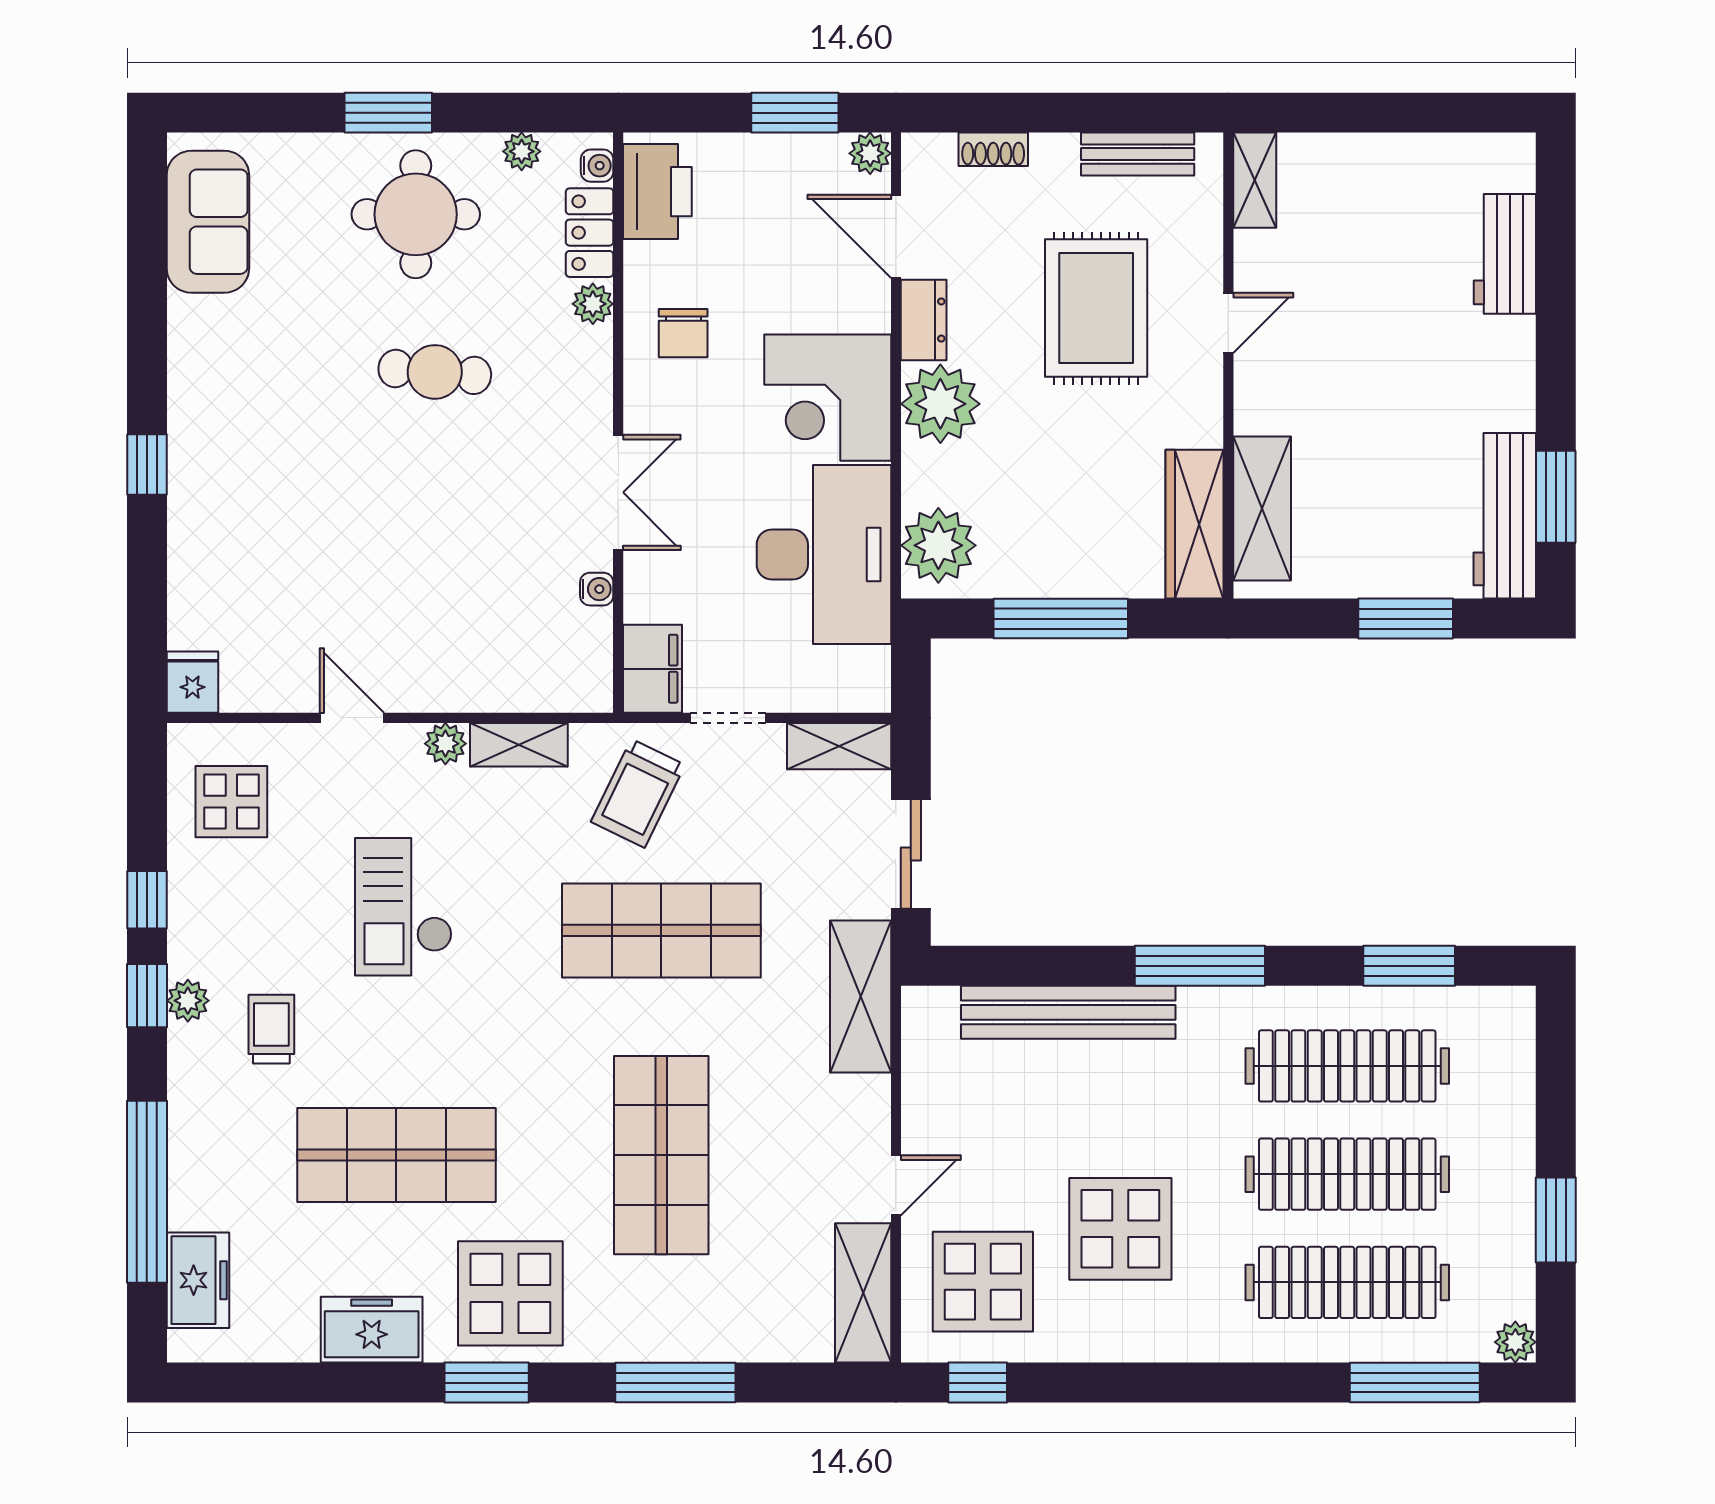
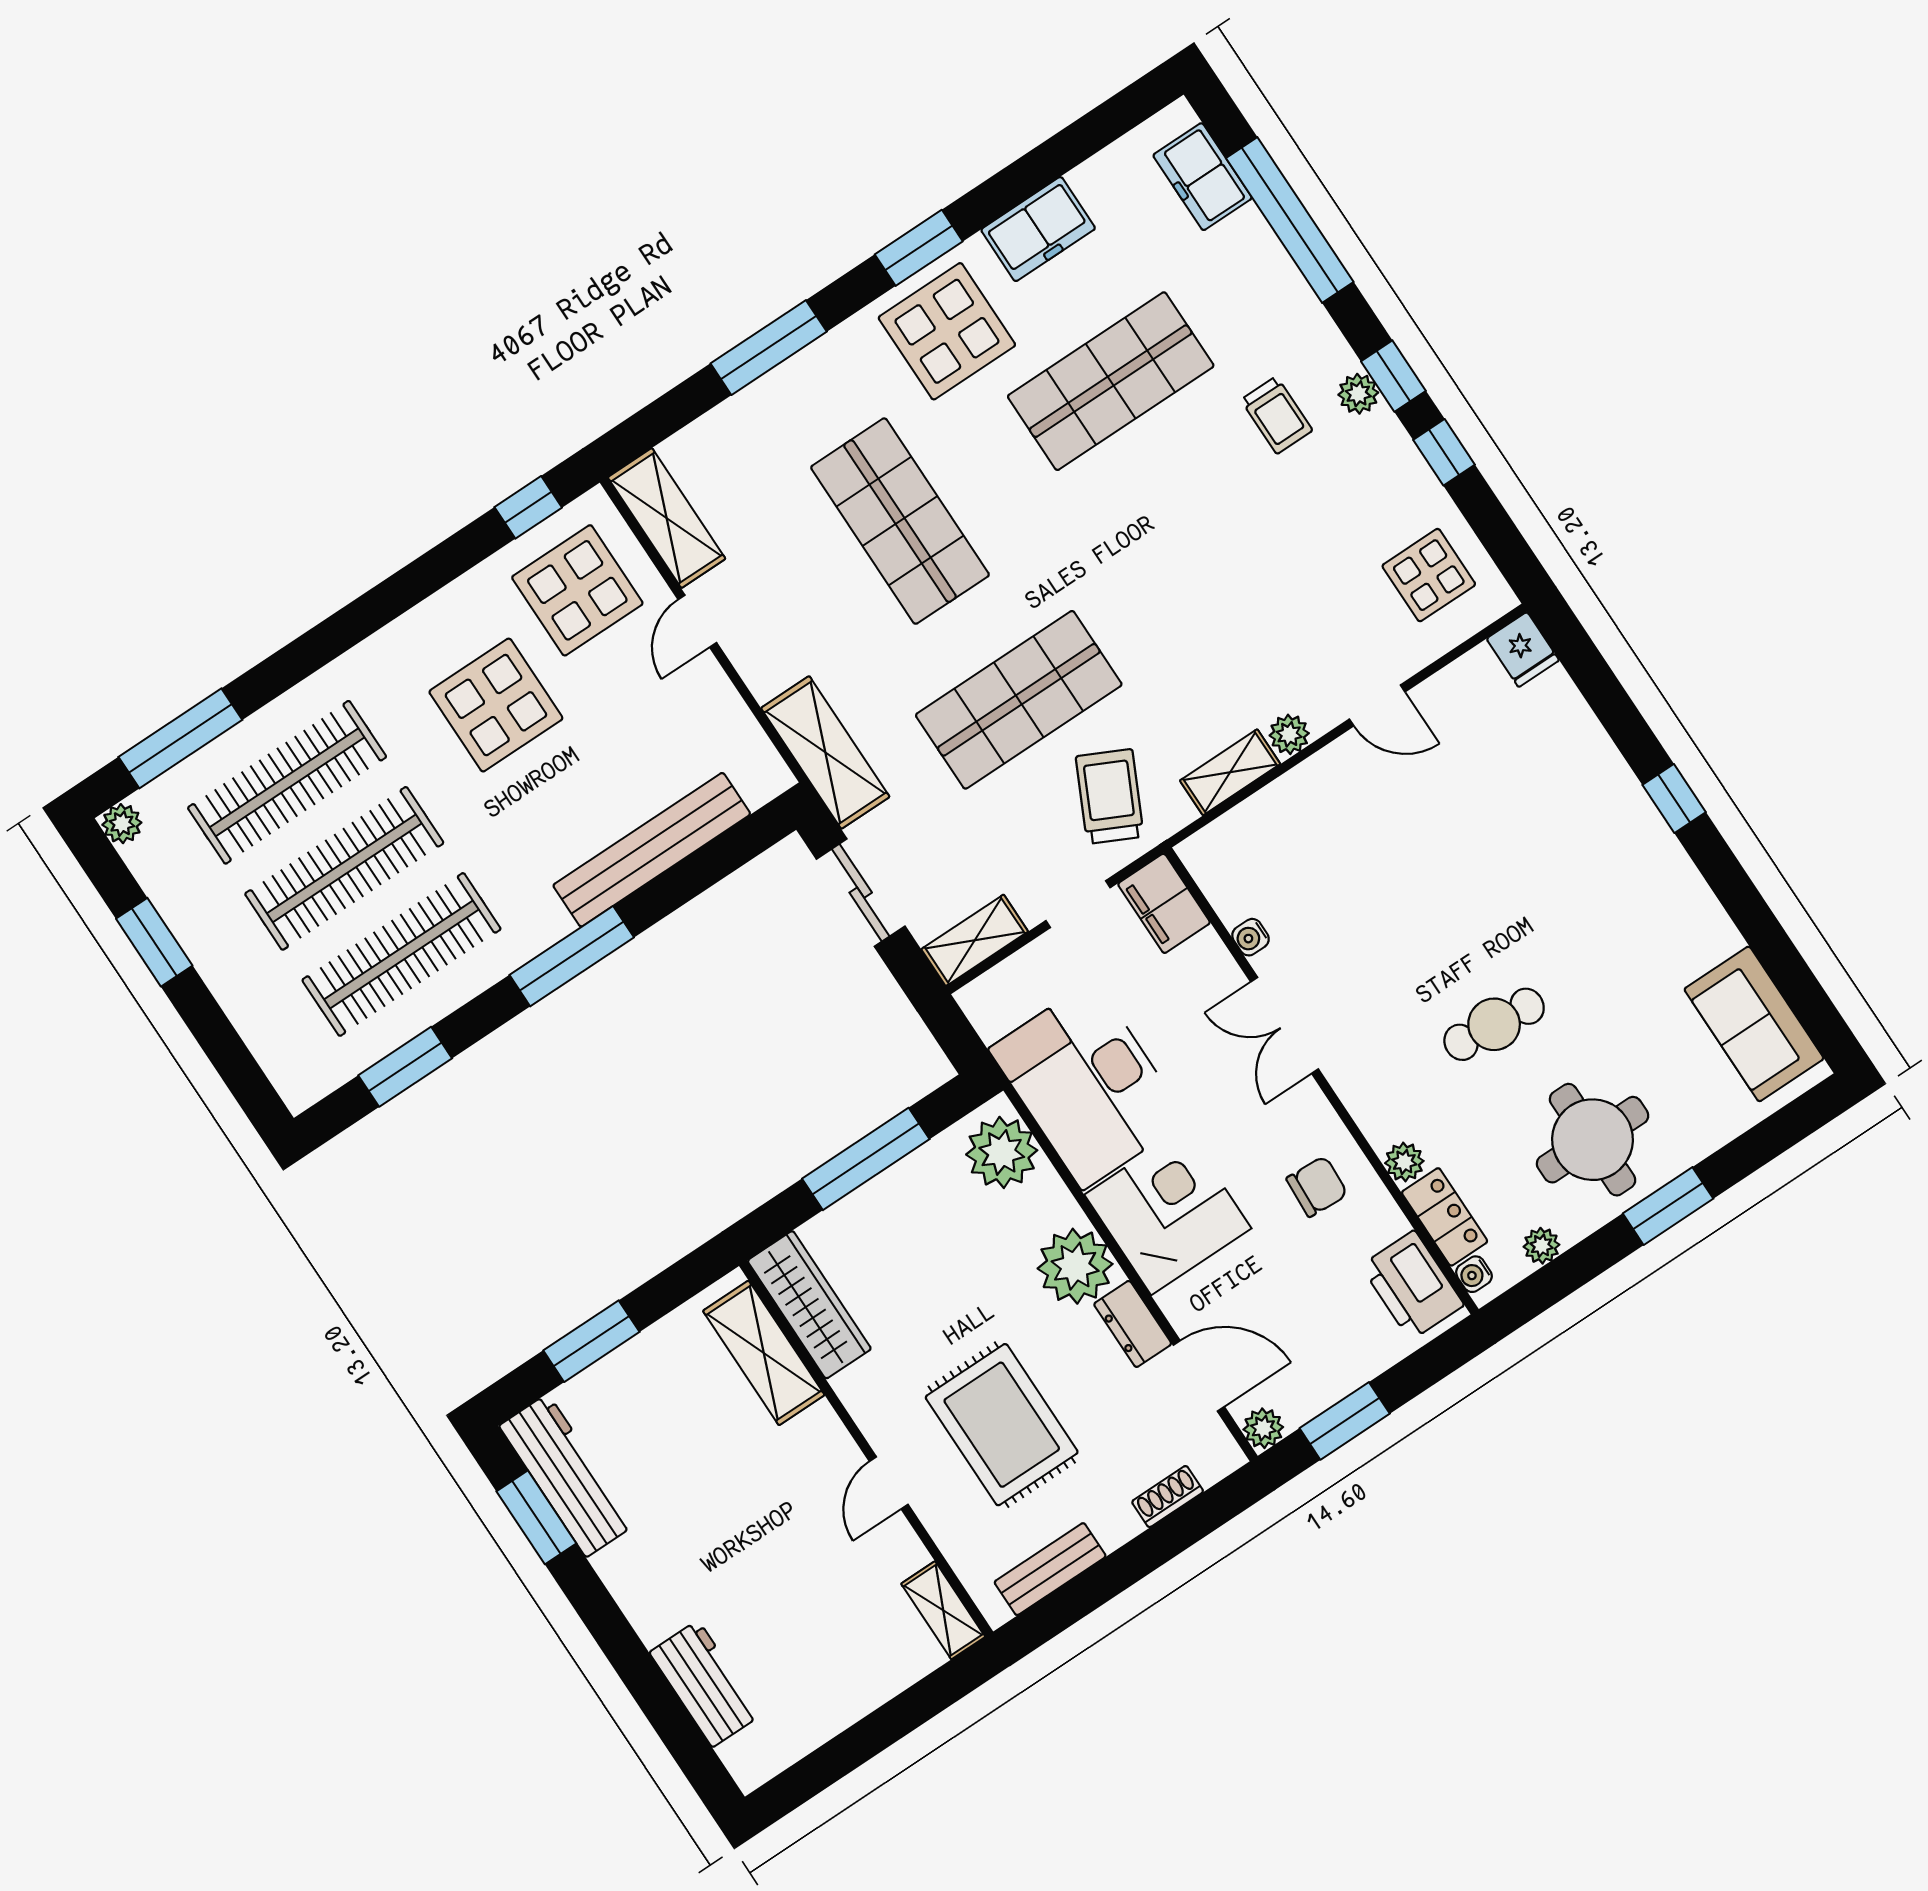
chair: (683, 333) -> (1317, 1186), turned 93
checkout: (403, 907) -> (1236, 582), removed

